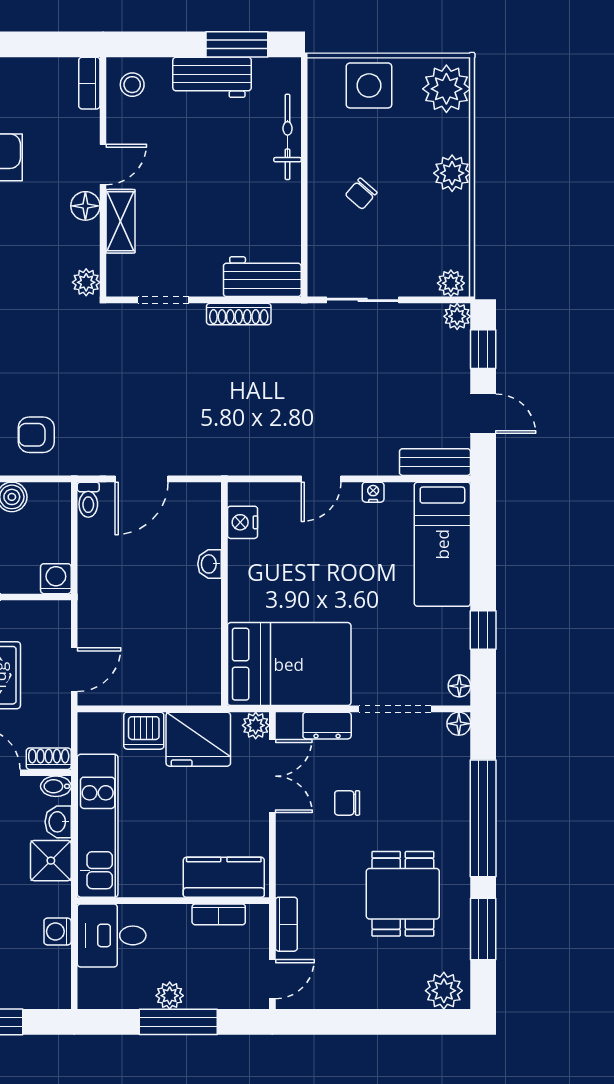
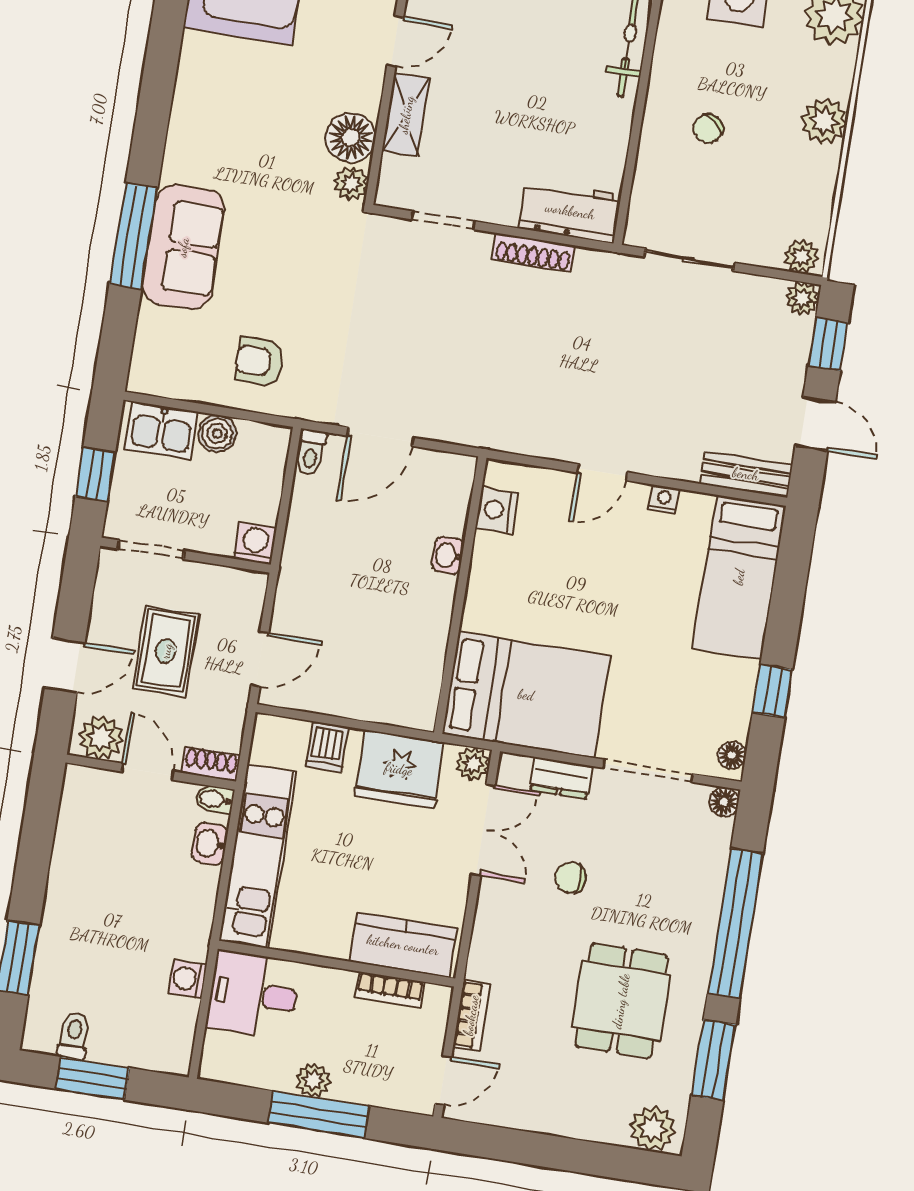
floor lamp: (85, 206) -> (351, 138), moved, width x1.38, depth x1.38
dishwasher: (144, 731) -> (327, 747), width x0.73
shower: (51, 861) -> (193, 890), removed

